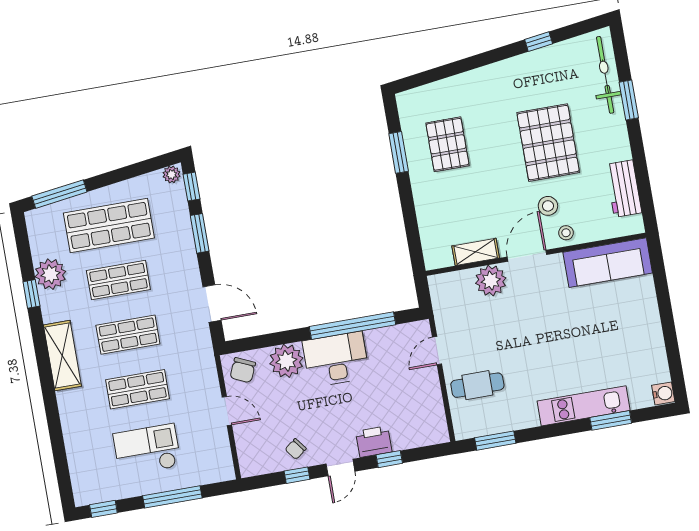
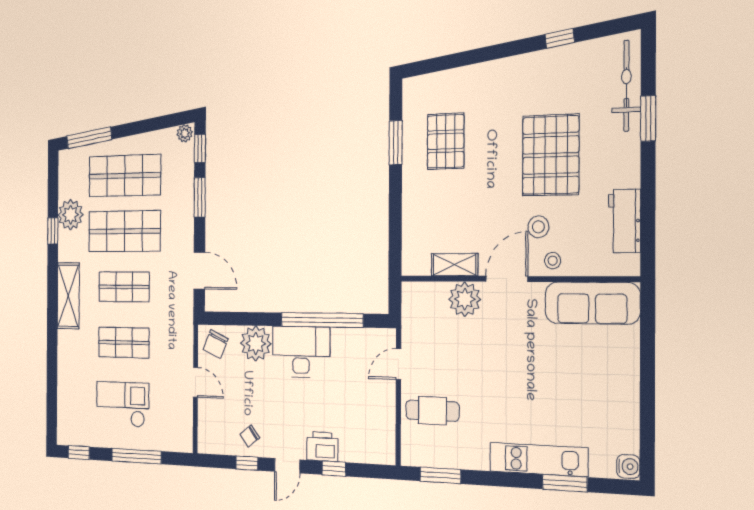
shop shelf: (118, 280) -> (124, 231), width x1.43, depth x1.36

